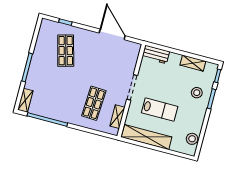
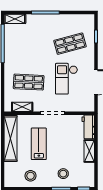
shelving: (193, 63) -> (89, 151), moved
checkout: (101, 64) -> (66, 79), added
lab bench: (160, 110) -> (39, 144), turned 180
stool: (192, 139) -> (31, 176), moved

